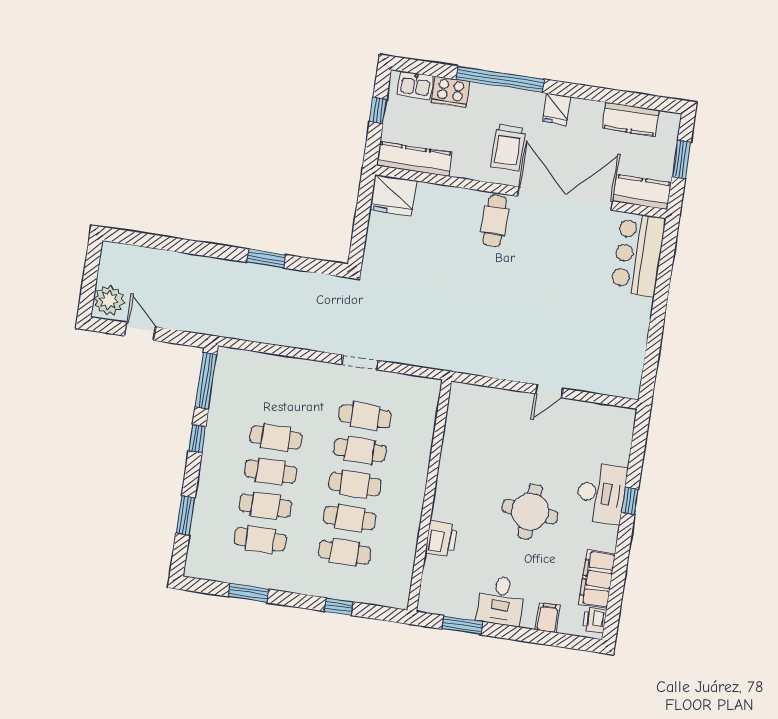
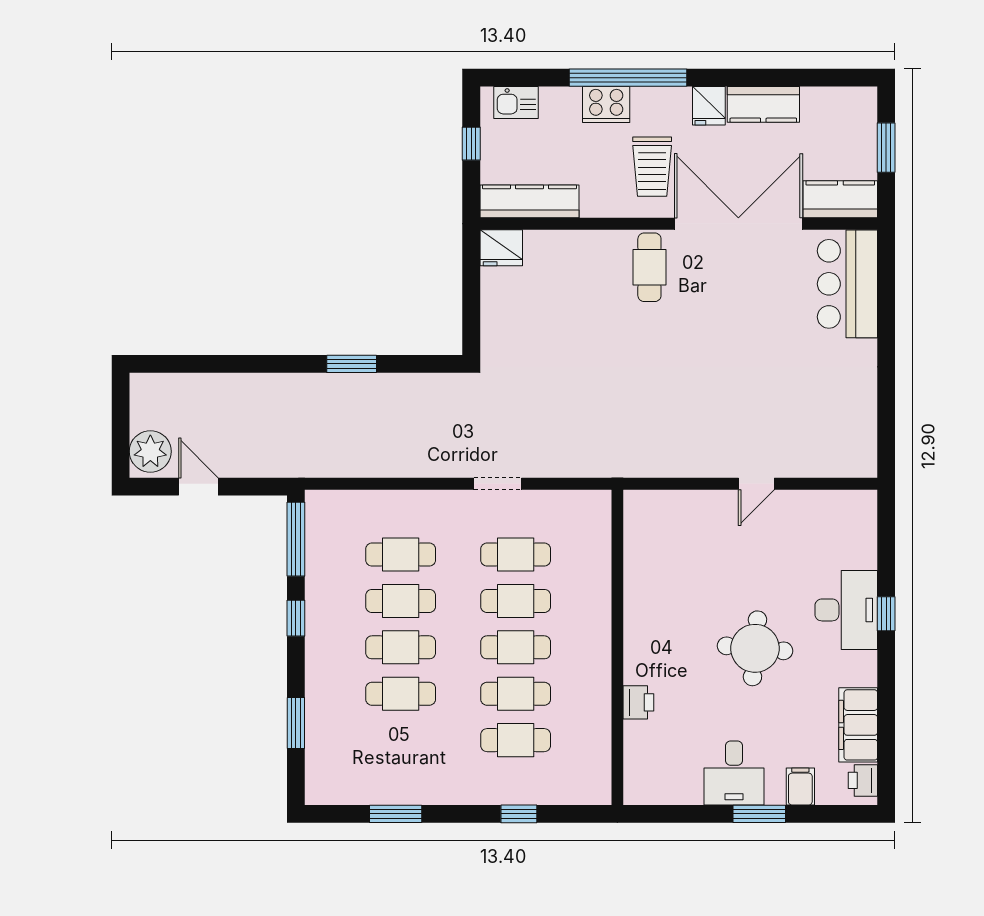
cooker: (450, 92) -> (606, 104), moved
kitchen counter: (631, 119) -> (763, 104), moved
fridge: (393, 195) -> (501, 248), width x0.73, depth x0.75
cafe table: (260, 539) -> (401, 555), moved
printer: (441, 539) -> (638, 702), width x0.73, depth x0.81
window: (462, 625) -> (759, 814), moved

